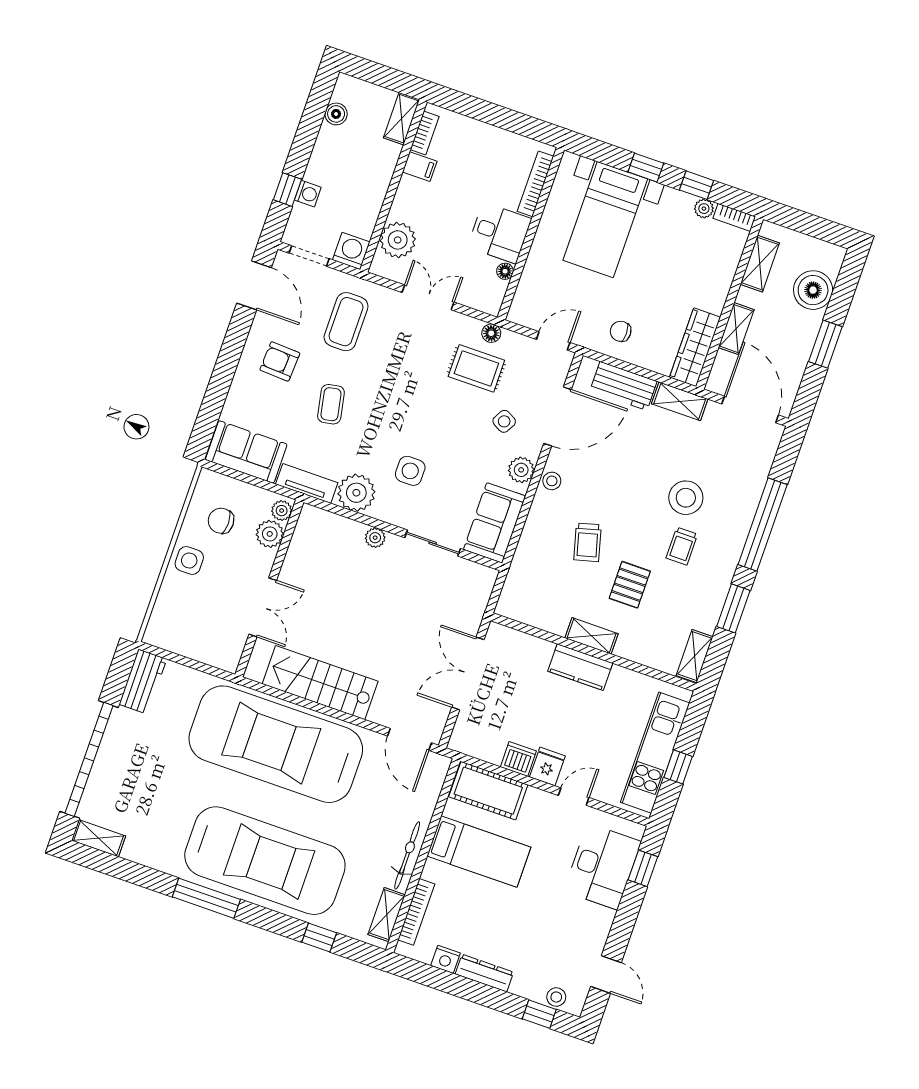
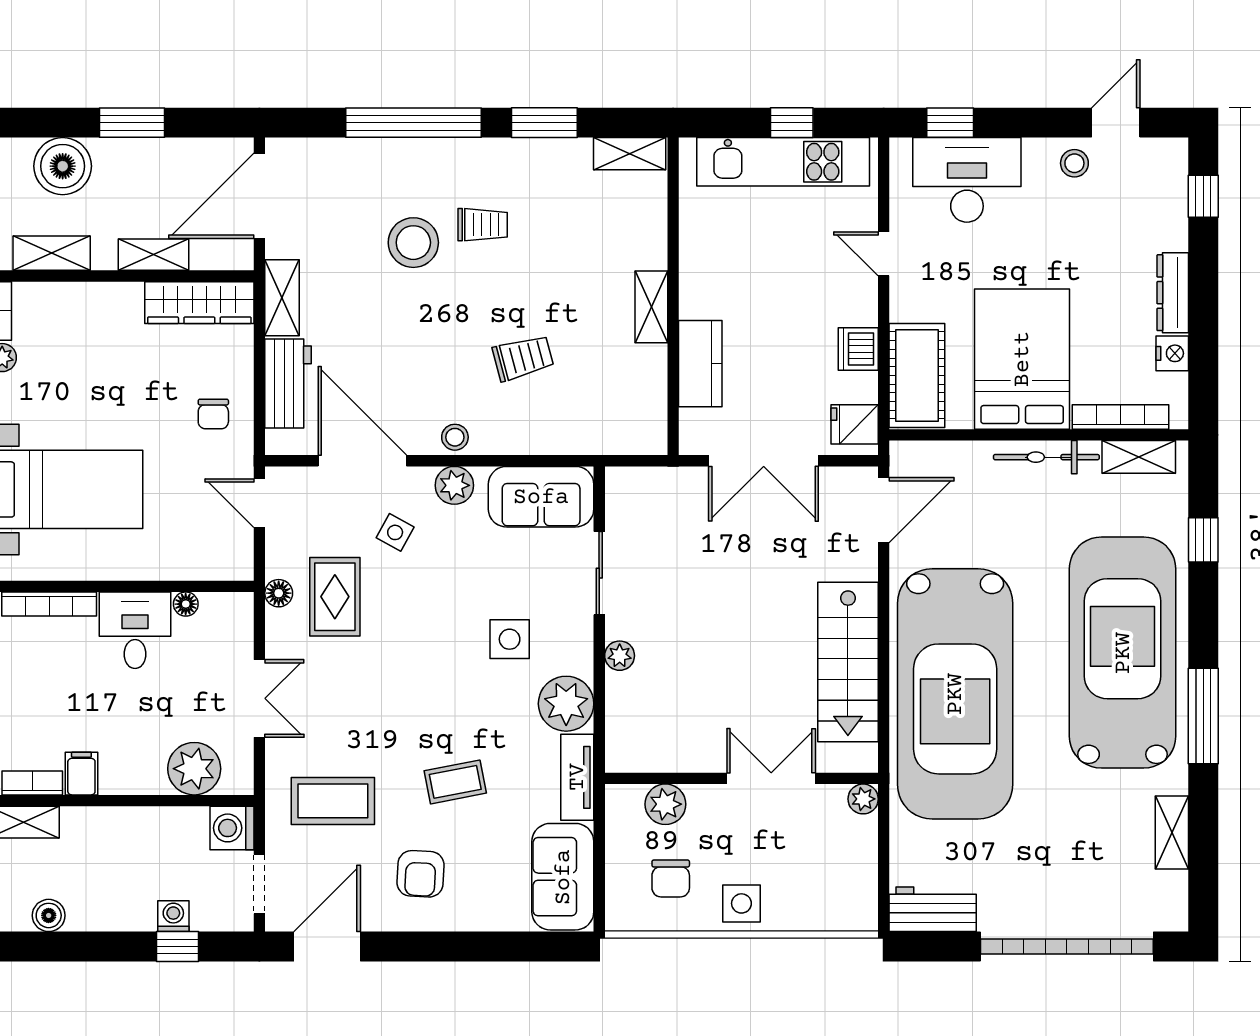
double door: (428, 297) -> (259, 698), swing flipped
plant: (282, 511) -> (863, 799), moved
pallet: (630, 585) -> (562, 278), removed
kitchen counter: (580, 667) -> (700, 364), moved
fridge: (547, 766) -> (855, 424), moved
shelving: (99, 838) -> (1172, 833), moved
bed: (479, 852) -> (1022, 359), width x1.50
stool: (556, 997) -> (1074, 163), moved

